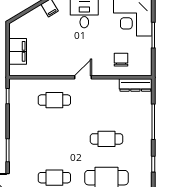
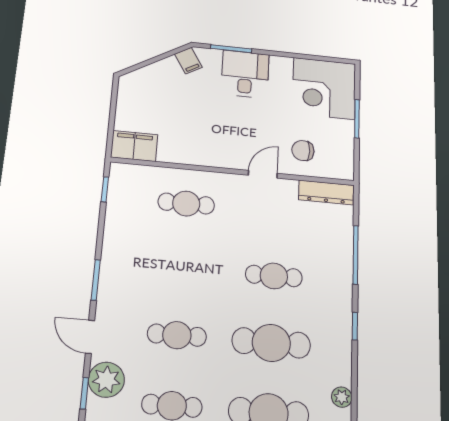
filing cabinet: (18, 51) -> (134, 146), moved, turned -90
chair: (121, 60) -> (303, 151), turned -90
door: (83, 77) -> (263, 174), moved

